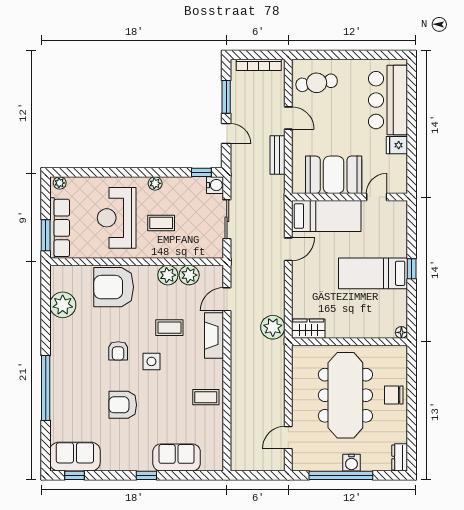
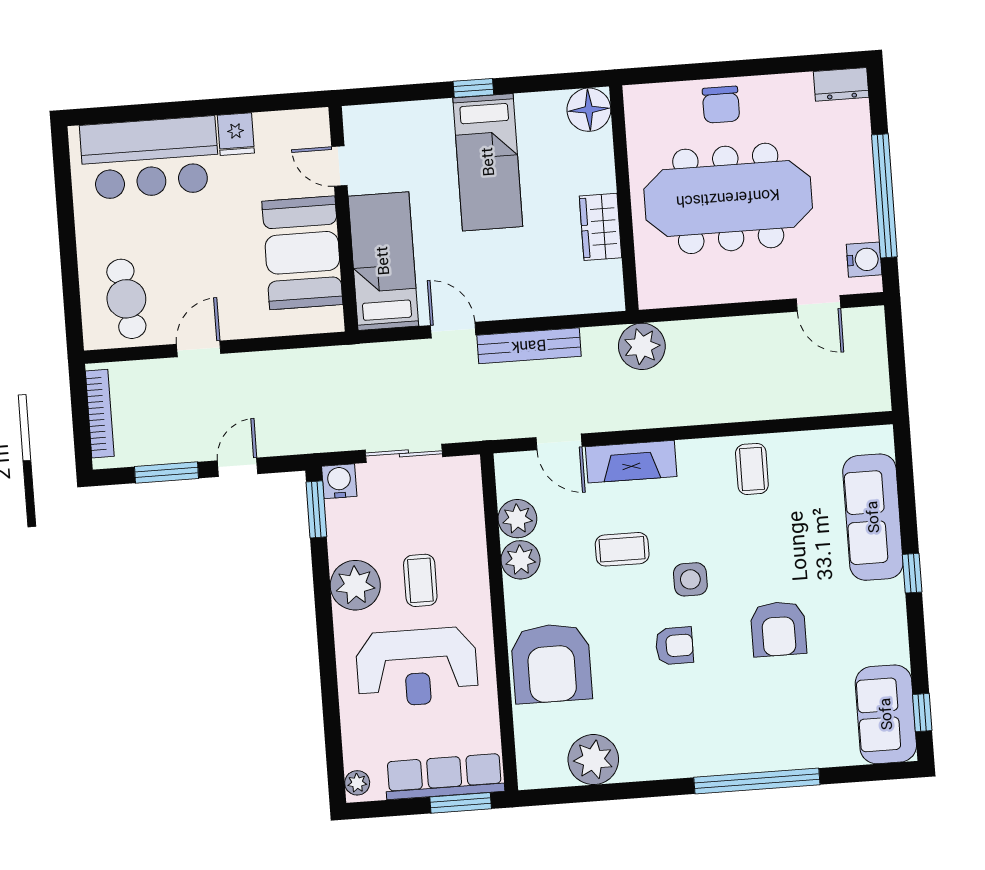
bench: (277, 155) -> (529, 346), moved, width x1.36
window: (201, 172) -> (316, 509), width x1.50
plant: (155, 183) -> (355, 585), width x1.88, depth x1.88
plant: (273, 327) -> (642, 346), moved
coffee table: (169, 328) -> (622, 549), turned 90
wardrobe: (308, 329) -> (600, 227), moved
floor lamp: (401, 332) -> (589, 110), width x1.89, depth x1.89
sofa: (177, 457) -> (873, 517), width x1.36
water cooler: (351, 463) -> (864, 260), moved

